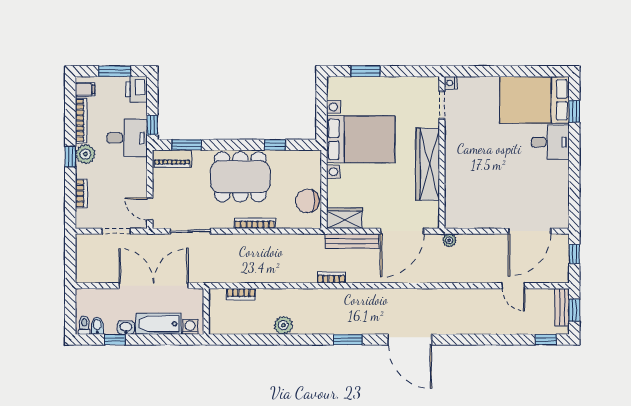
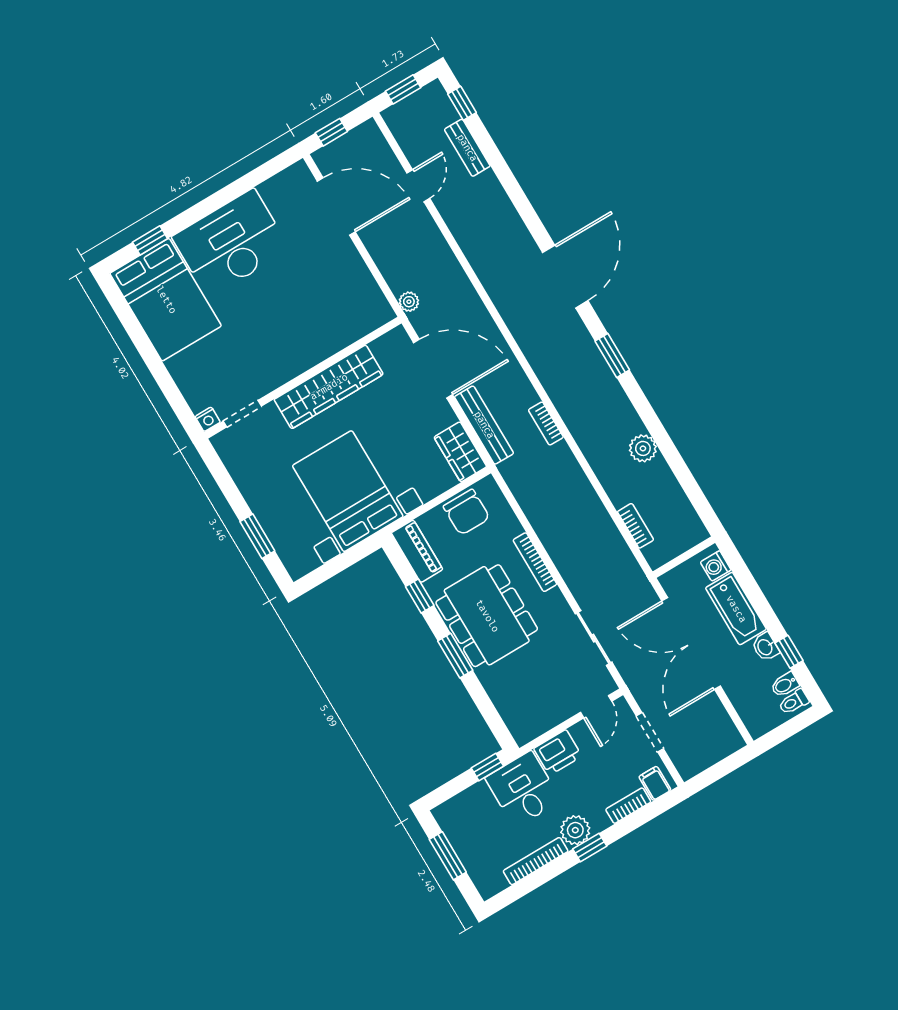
filing cabinet: (85, 89) -> (655, 783), moved
printer: (137, 89) -> (558, 752), moved
desk: (550, 142) -> (231, 243), width x1.87, depth x1.30
window: (186, 145) -> (455, 656), moved
piano: (172, 159) -> (417, 551), moved
bench: (562, 307) -> (467, 148), moved, turned 90

